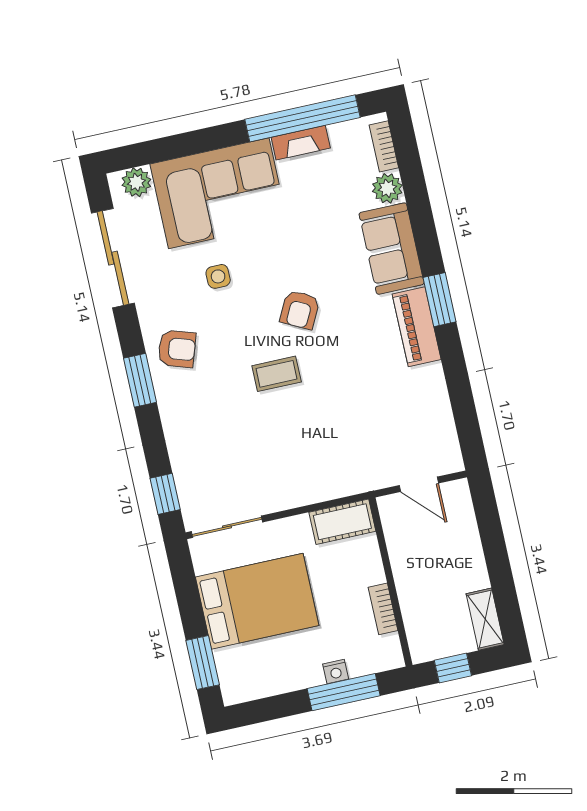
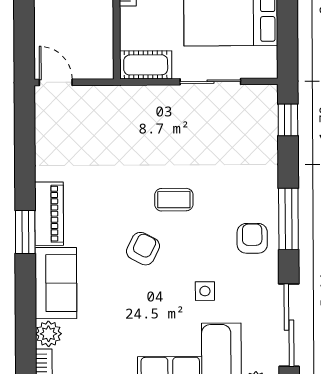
armchair: (177, 349) -> (252, 238), turned 72
window: (140, 380) -> (288, 219), width x1.44
door: (419, 484) -> (56, 82), moved
sliding door: (227, 527) -> (210, 82), moved

